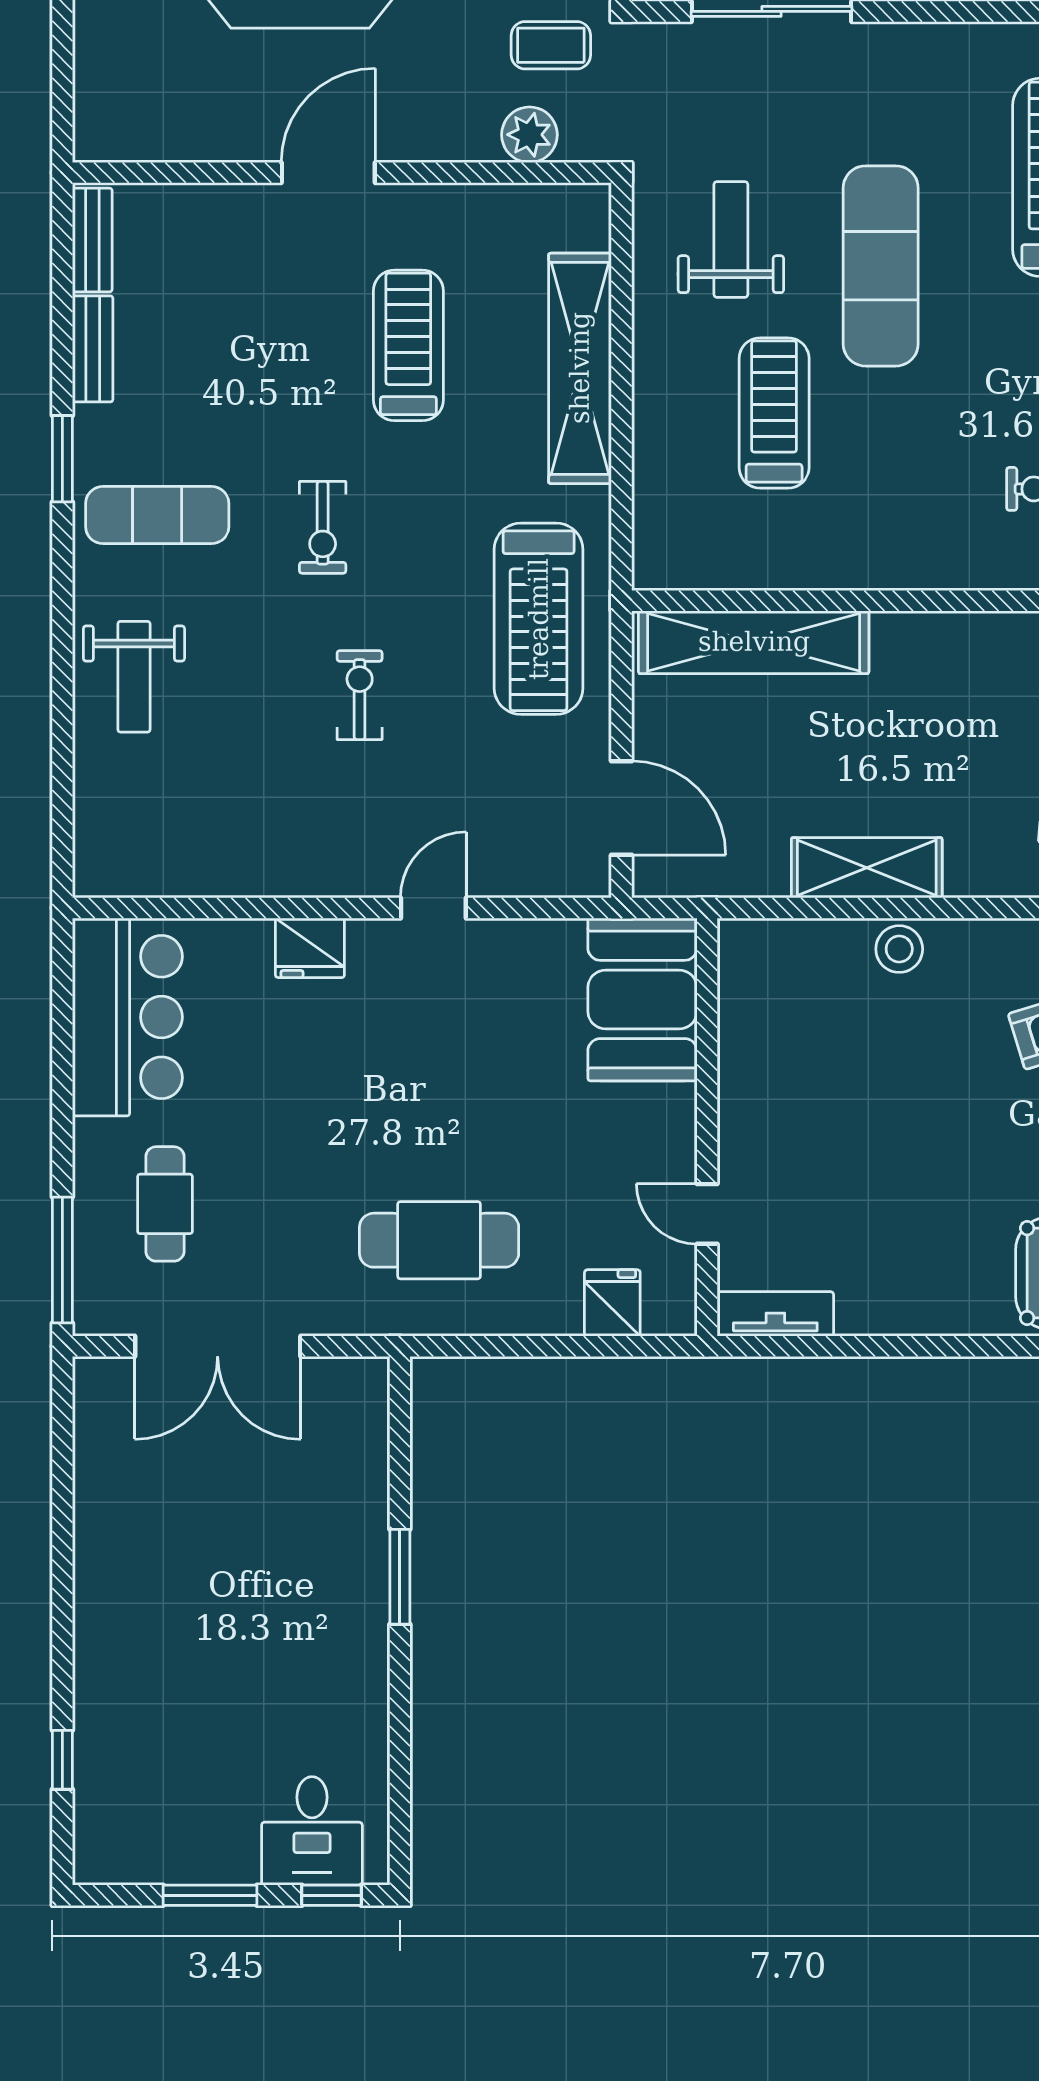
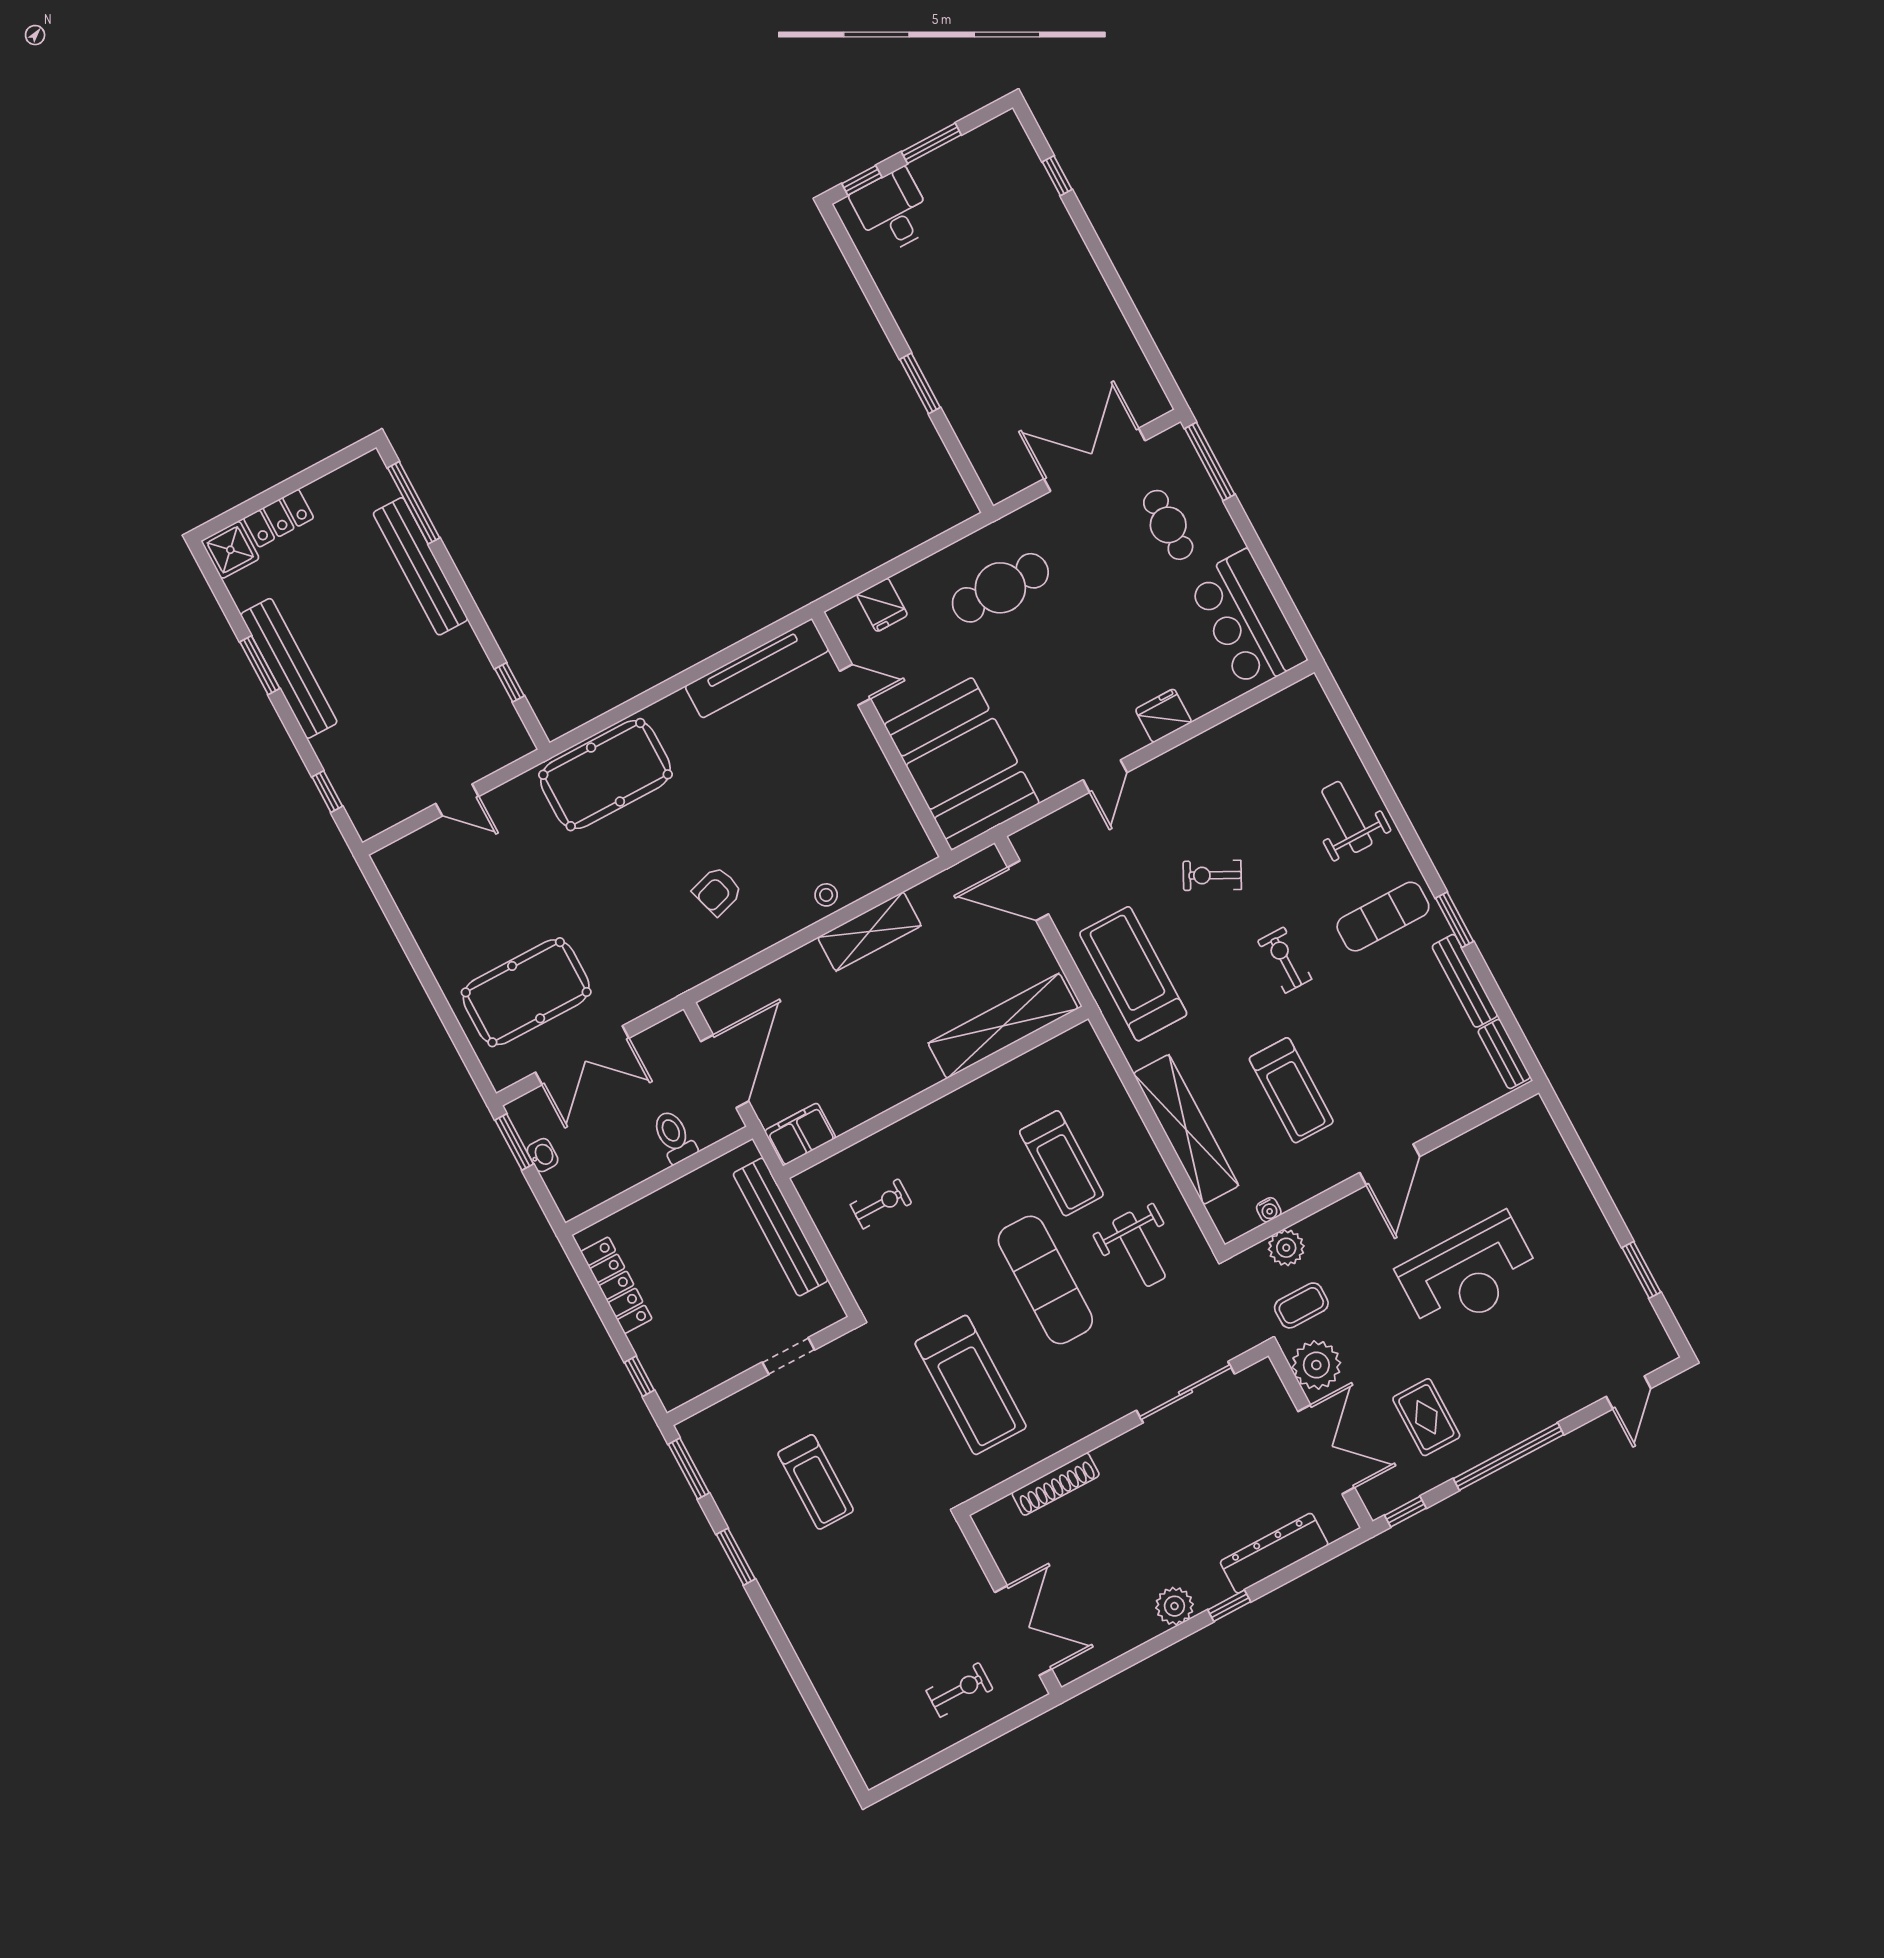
water cooler: (526, 199) -> (1269, 1210), added
bench: (93, 349) -> (1465, 981), width x1.36
exercise bike: (360, 695) -> (1212, 875), turned 117
stool: (899, 949) -> (826, 895), width x0.73, depth x0.73
booth: (642, 999) -> (962, 764), width x1.36, depth x1.42
tv unit: (775, 1314) -> (757, 668), width x1.92, depth x1.29

